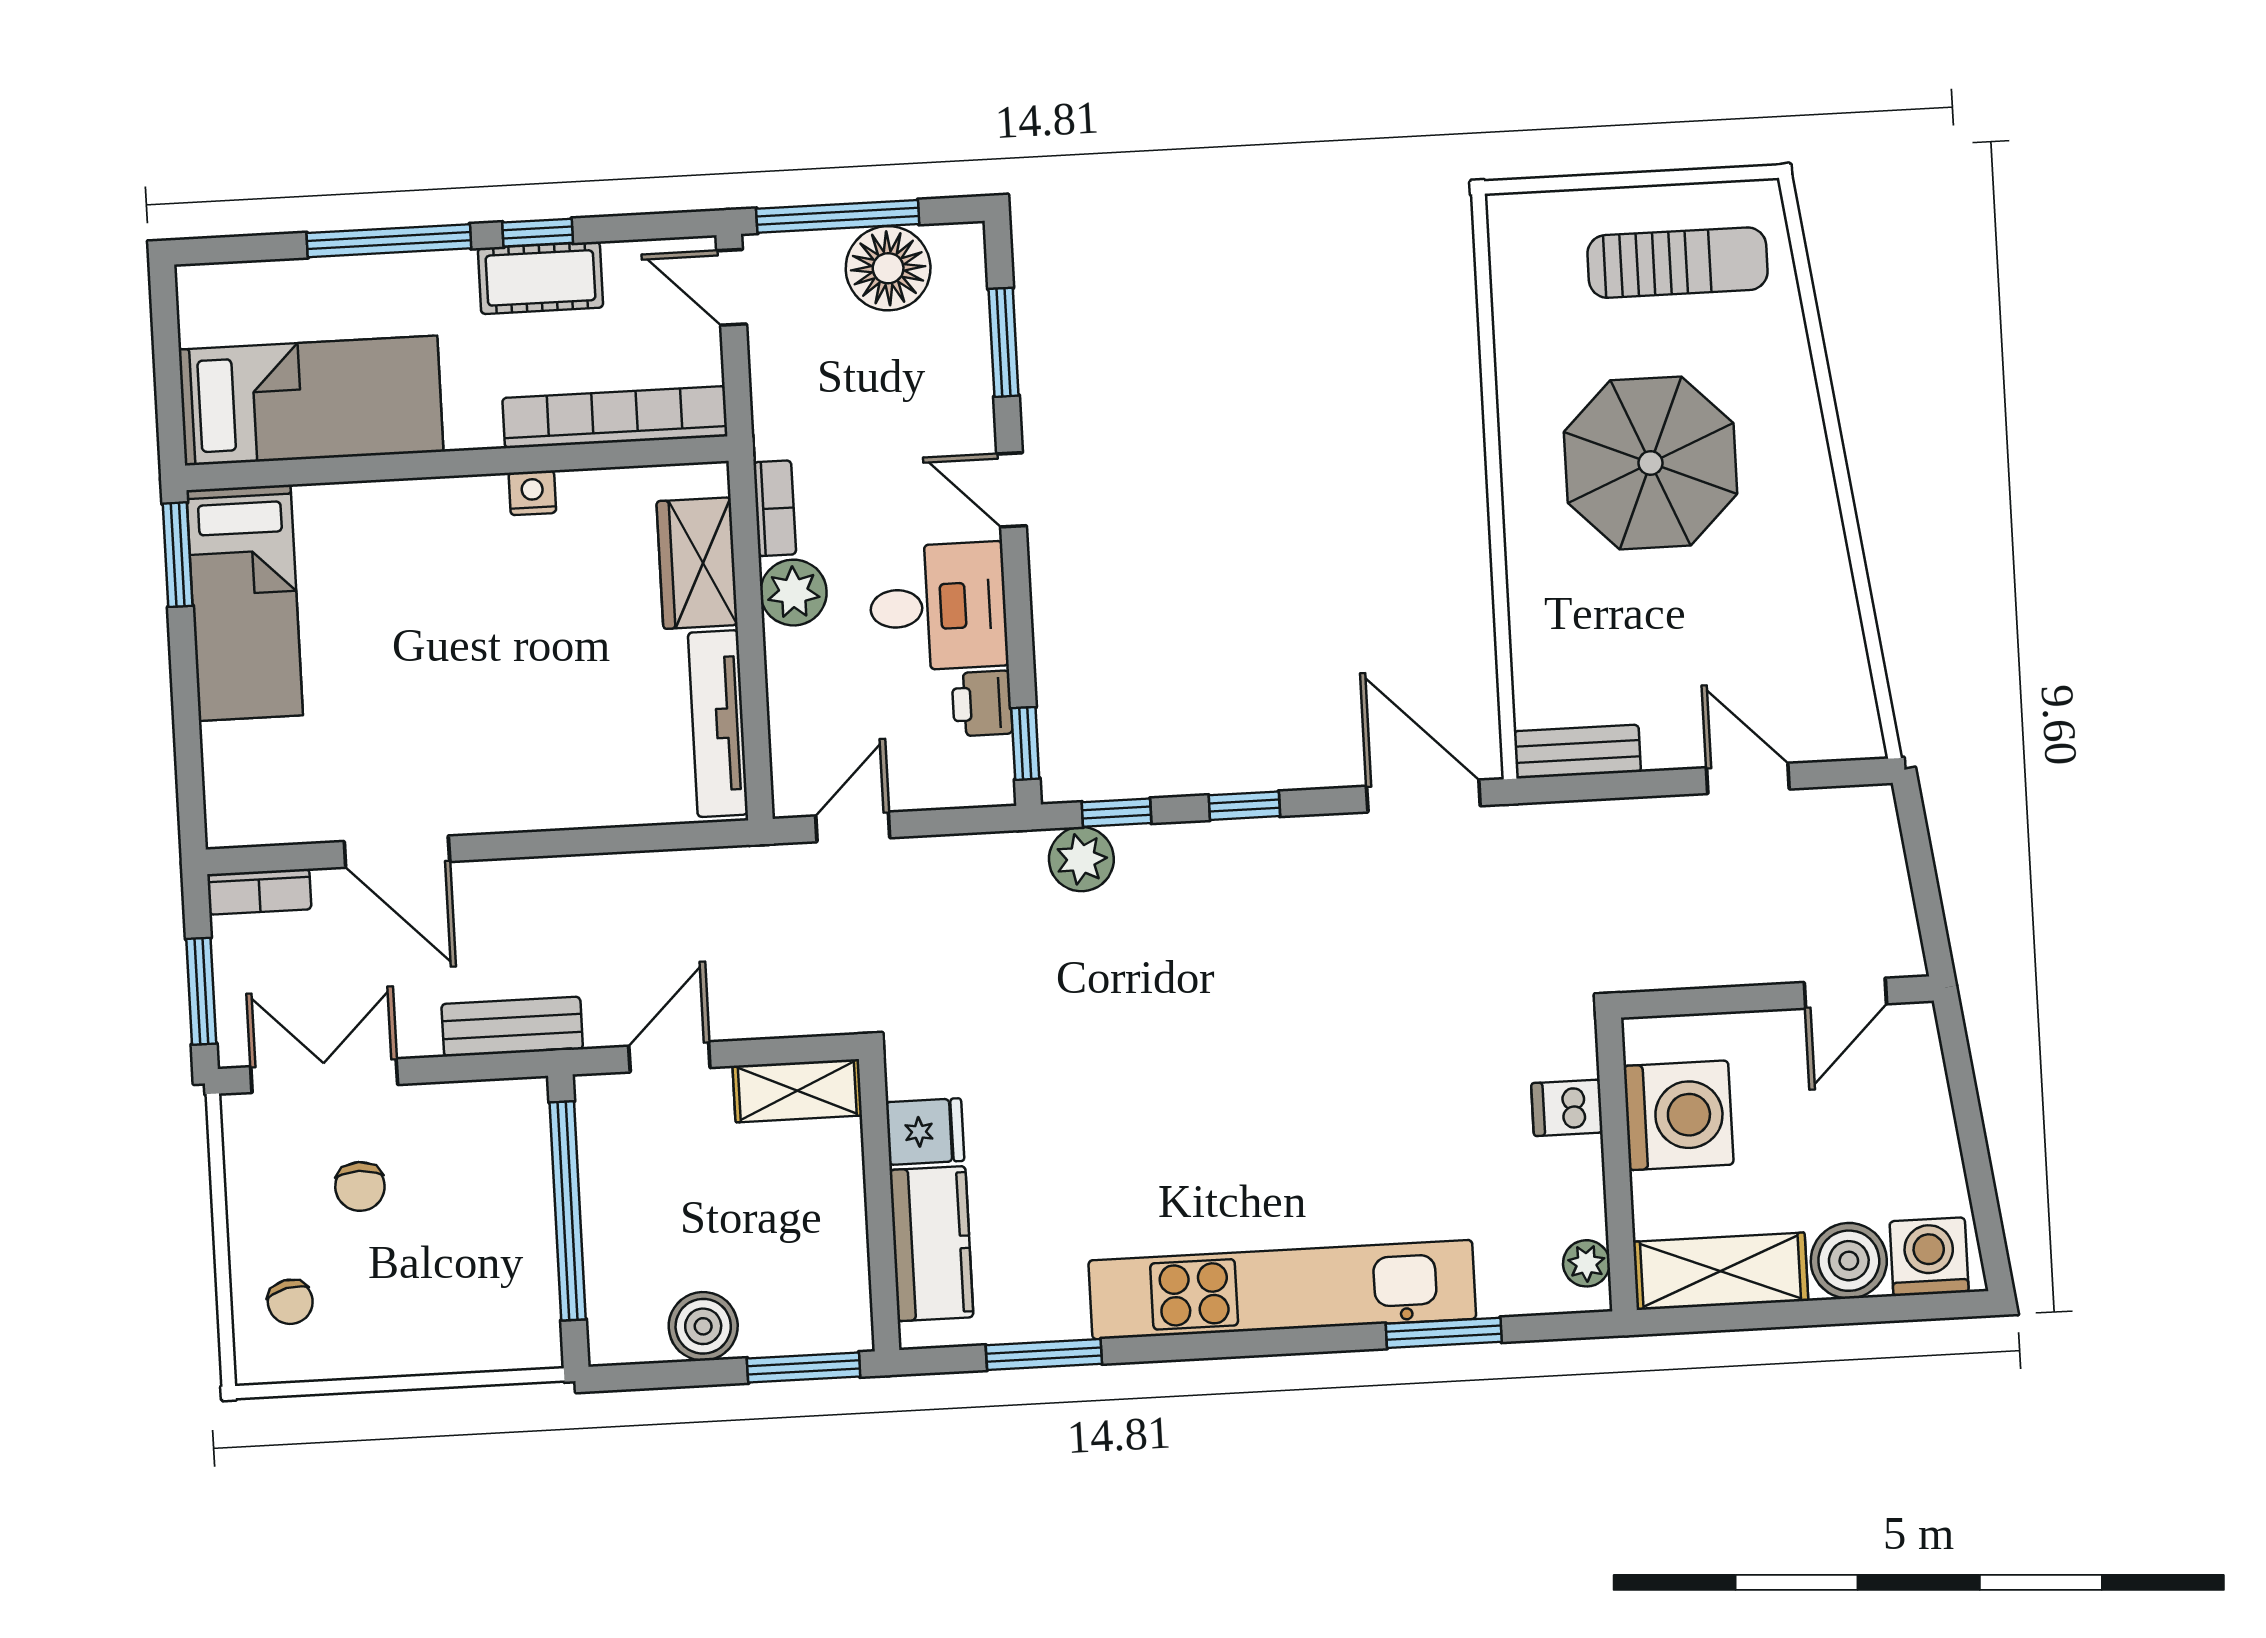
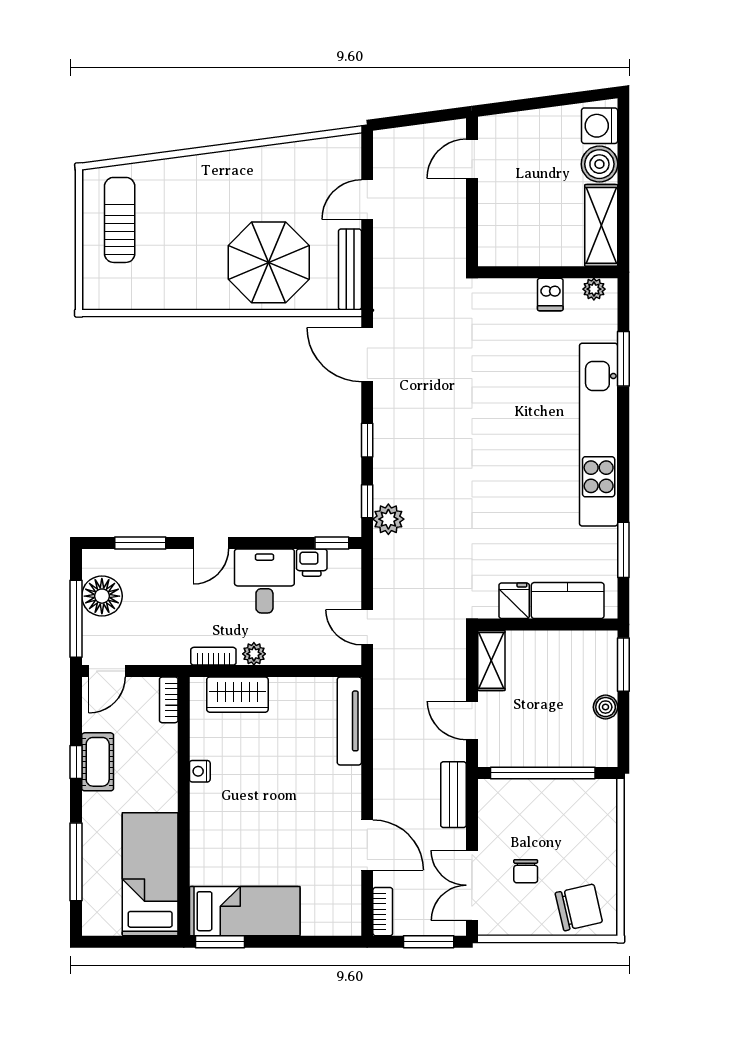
window: (389, 241) -> (76, 862), moved
bookcase: (615, 417) -> (169, 700), width x0.43, depth x0.76
parasol: (1651, 463) -> (269, 262), moved
plant: (793, 593) -> (254, 654), width x0.73, depth x0.73
tv unit: (718, 724) -> (349, 721), moved, turned 90
bench: (1577, 752) -> (350, 269), width x1.36
door: (1423, 796) -> (367, 355), hinge flipped
door: (397, 852) -> (367, 845), hinge flipped
door: (1845, 993) -> (472, 159), swing flipped
dishwasher: (1567, 1108) -> (550, 294), moved
washing machine: (1678, 1115) -> (526, 241), removed
chair: (360, 1186) -> (526, 871), turned 90
chair: (290, 1302) -> (579, 907), width x1.87, depth x1.87
boiler: (703, 1326) -> (606, 707), width x0.73, depth x0.73

